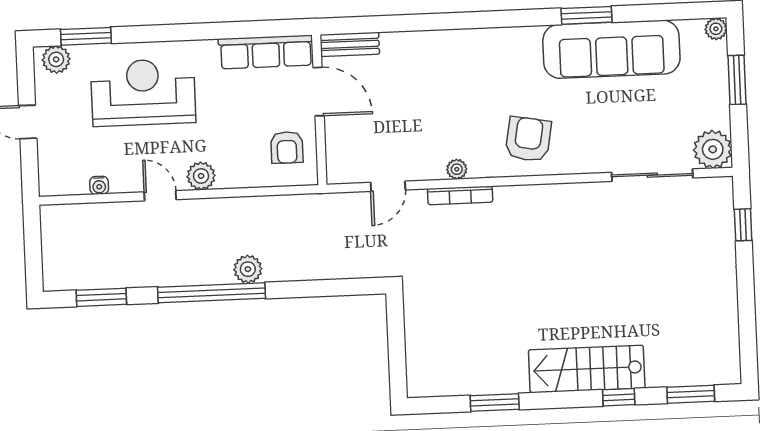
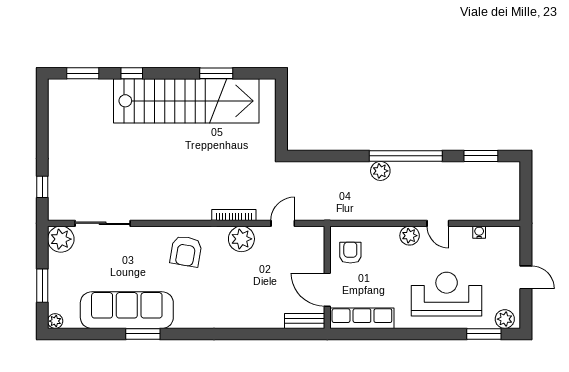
reception desk: (143, 92) -> (447, 294), turned 180
plant: (457, 169) -> (241, 239), width x1.88, depth x1.88
stairs: (587, 369) -> (186, 101), width x1.86, depth x1.51

